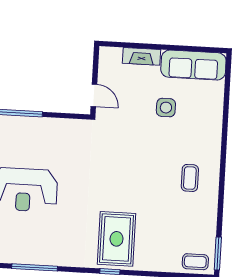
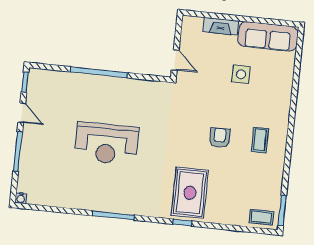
armchair: (146, 177) -> (220, 138), added

